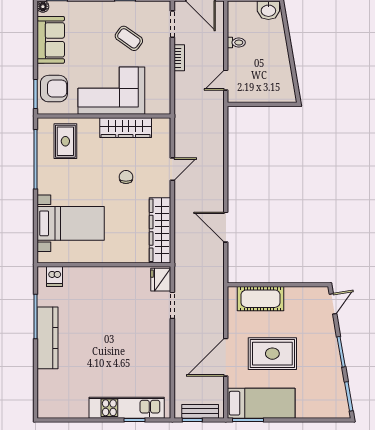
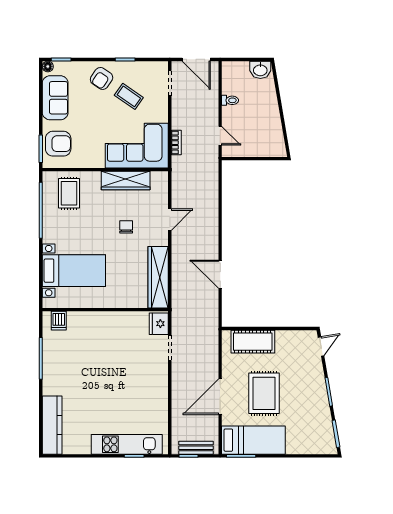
armchair: (100, 19) -> (102, 78), added
bookcase: (179, 58) -> (176, 143), moved
door: (226, 80) -> (220, 136), swing flipped
corner sofa: (111, 91) -> (137, 146), moved
kitchen counter: (47, 338) -> (52, 425), moved
rug: (272, 354) -> (264, 393), turned 90

